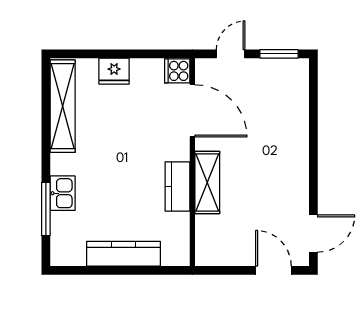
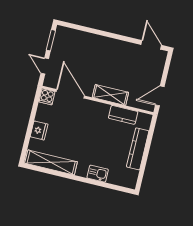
door: (192, 111) -> (70, 94), hinge flipped
kitchen counter: (177, 186) -> (123, 115), moved
window: (46, 209) -> (104, 185), removed
door: (273, 270) -> (160, 96), moved

